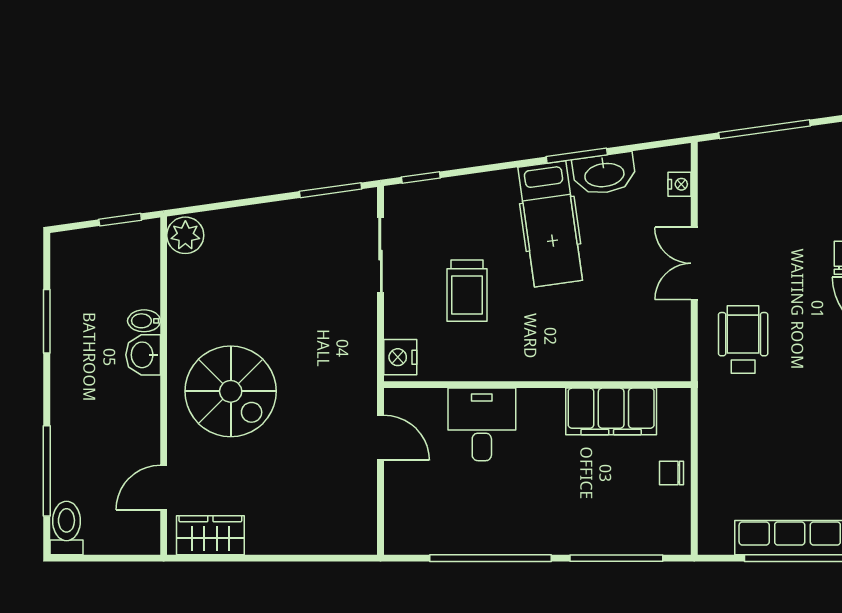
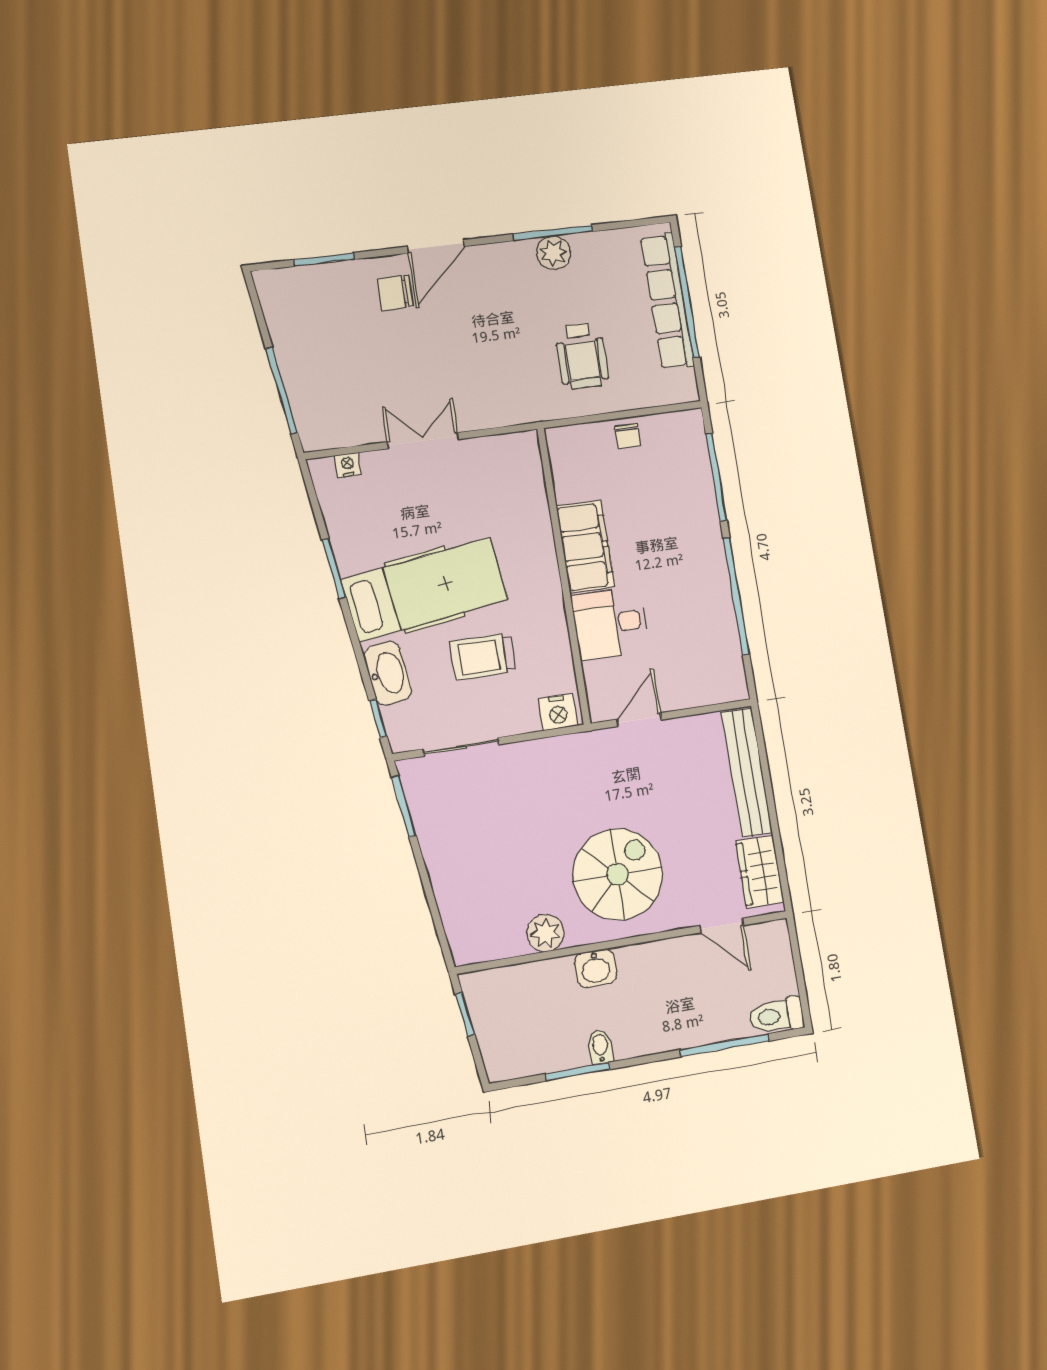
washbasin: (604, 174) -> (388, 673), moved
hospital bed: (550, 224) -> (425, 590), width x1.37, depth x1.29
plant: (185, 235) -> (545, 933), moved
double door: (694, 263) -> (423, 441), swing flipped
trolley: (467, 291) -> (483, 657), turned 180
bidet: (144, 321) -> (600, 1047), moved, turned 180
wheelchair: (743, 340) -> (582, 356), moved, turned -90
filing cabinet: (611, 411) -> (585, 546), moved
bench: (311, 539) -> (747, 772), added

